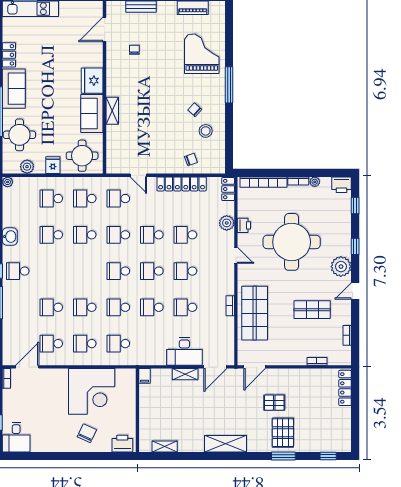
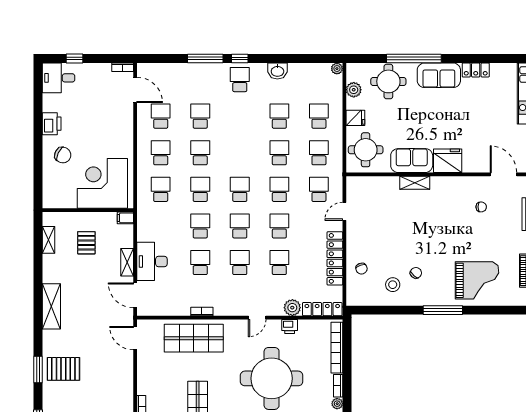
locker: (228, 189) -> (322, 309), width x1.53
corner desk: (92, 391) -> (102, 183), moved, turned 90
pallet: (274, 403) -> (86, 243), moved
printer: (122, 444) -> (52, 124), moved

